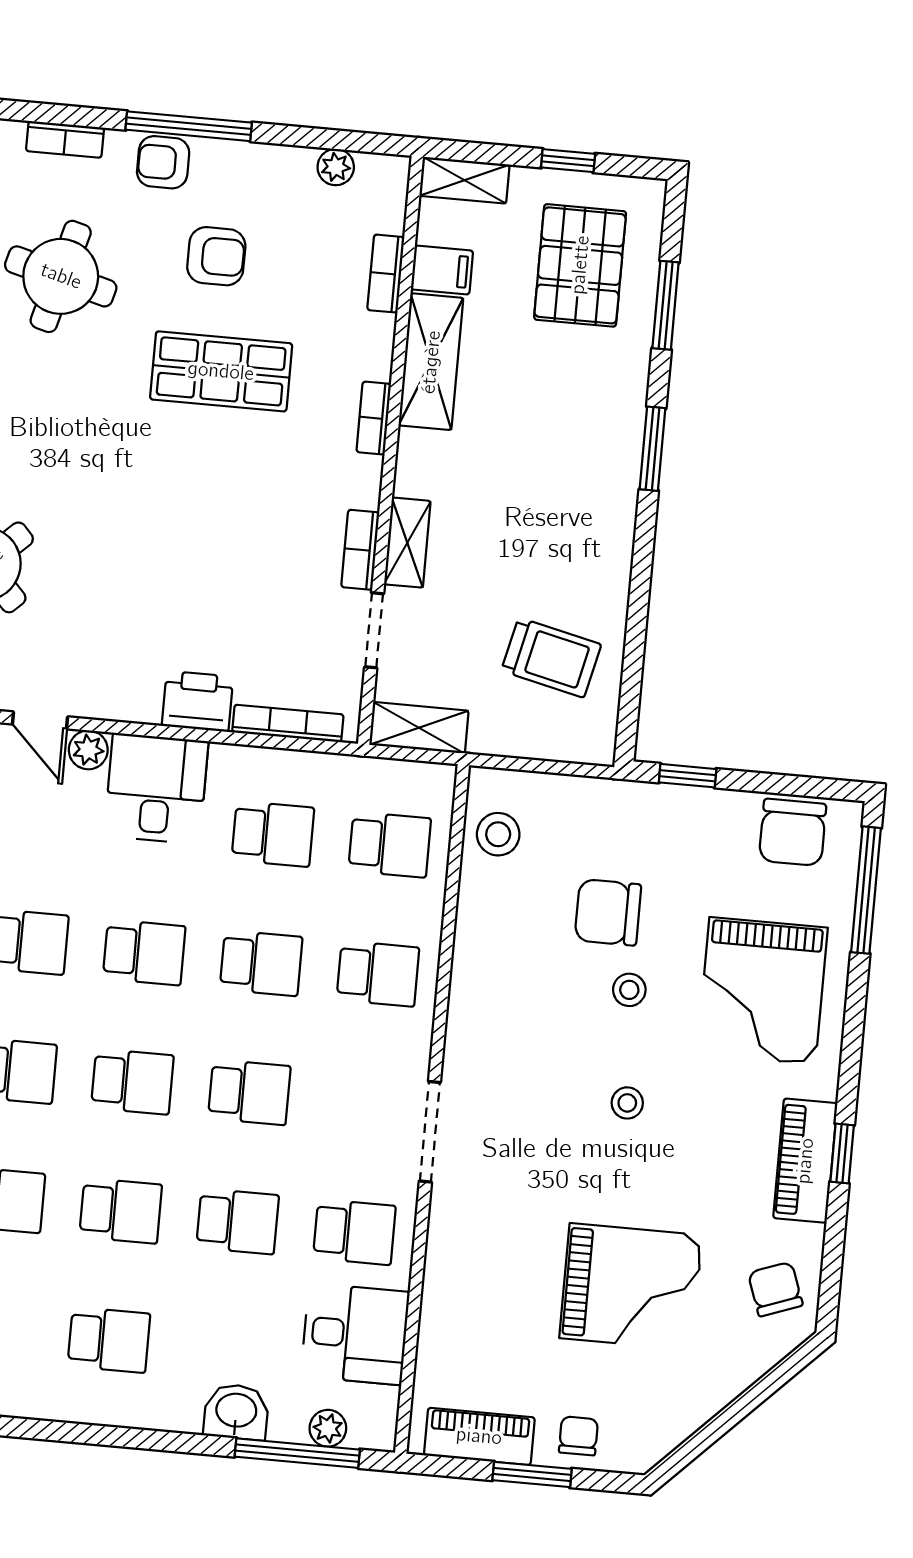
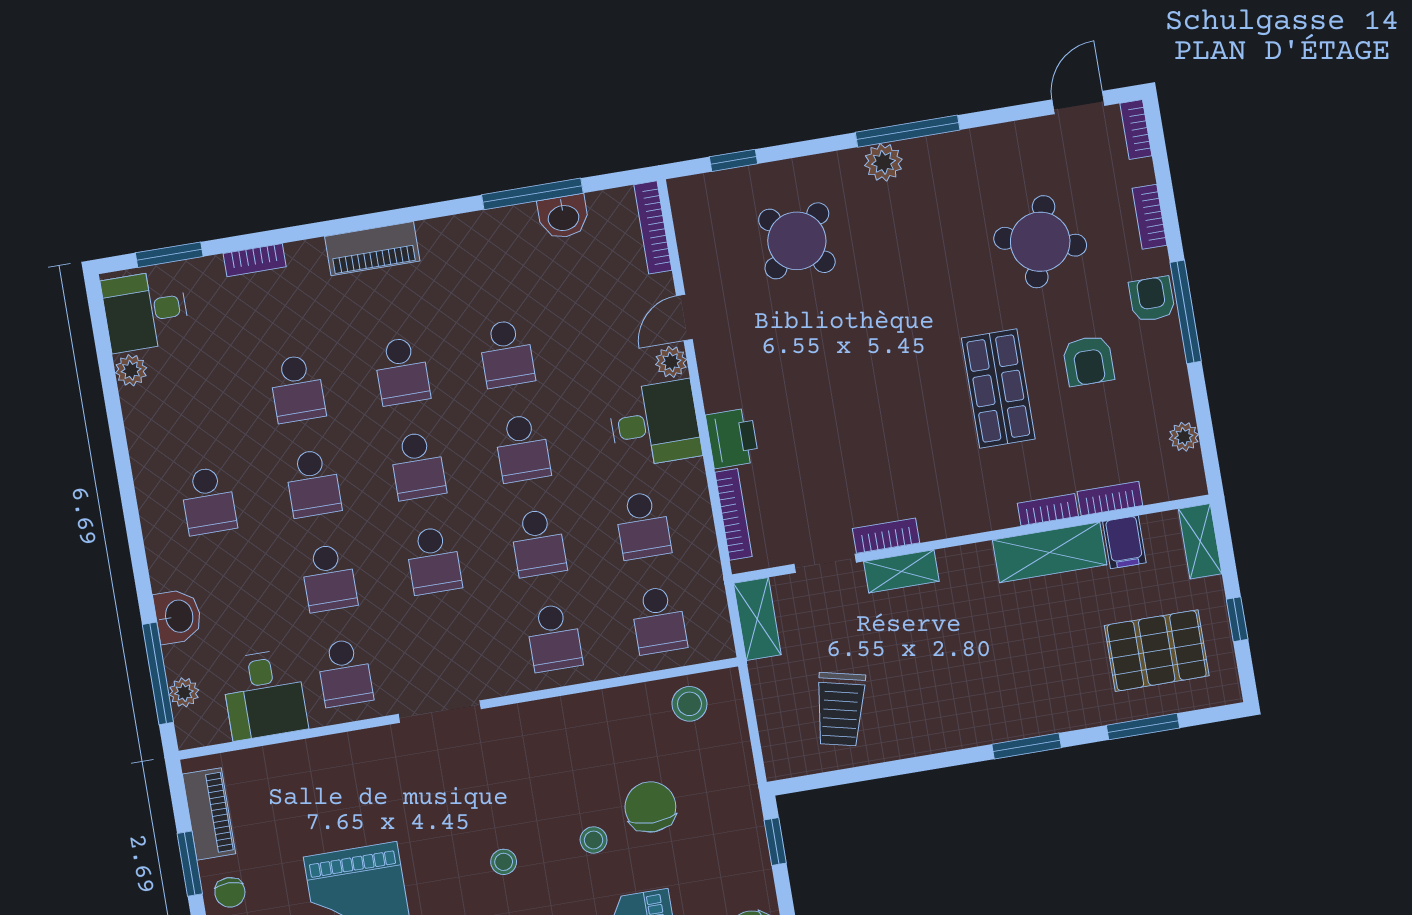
bookcase: (374, 418) -> (1048, 510), moved
chair: (578, 1436) -> (230, 892), turned 90

